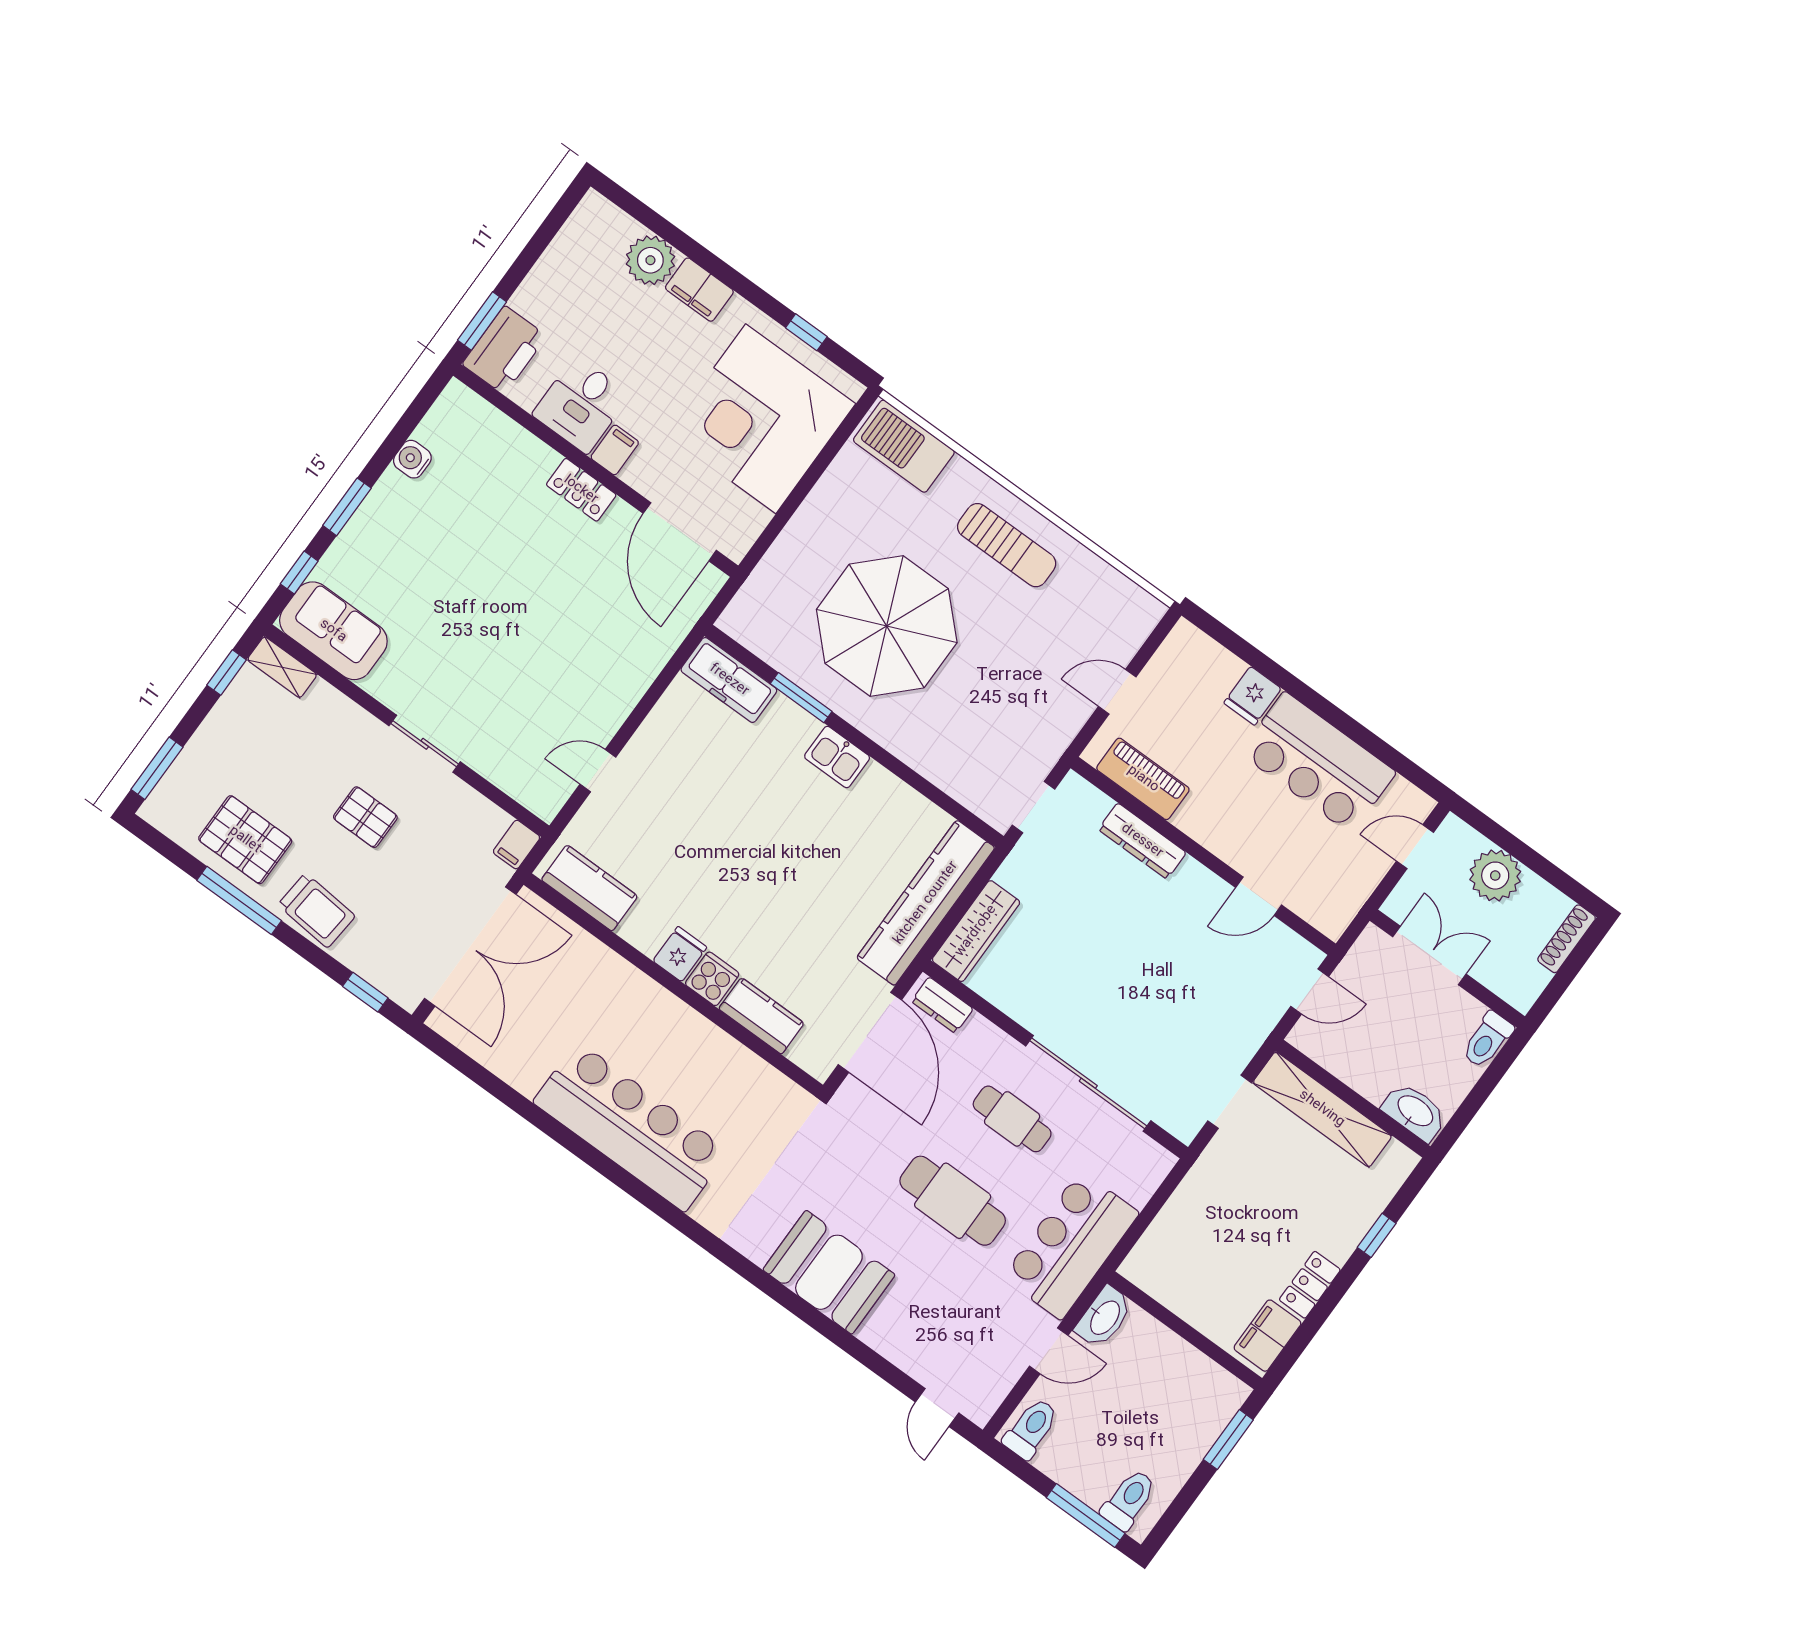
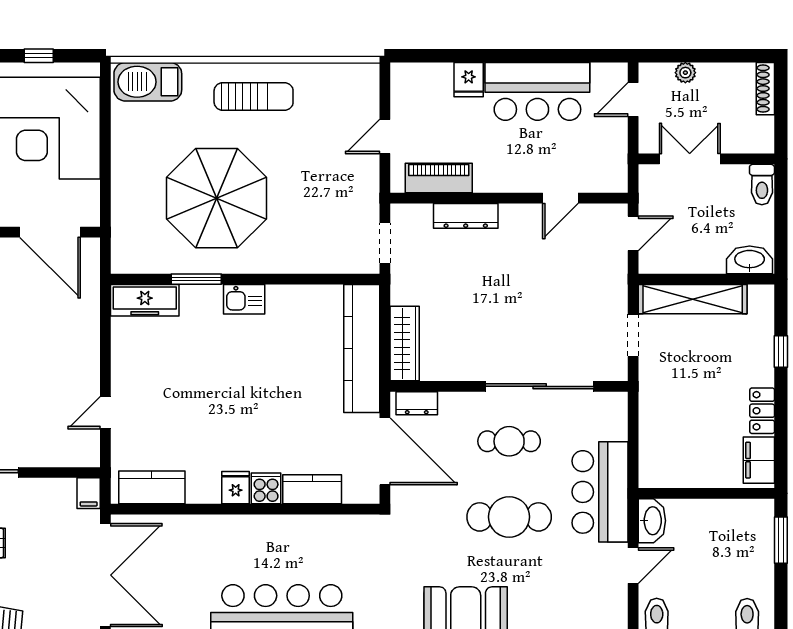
plant: (1495, 876) -> (685, 73), width x0.53, depth x0.53

